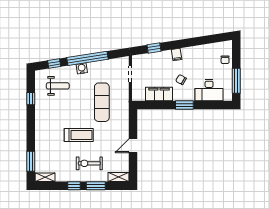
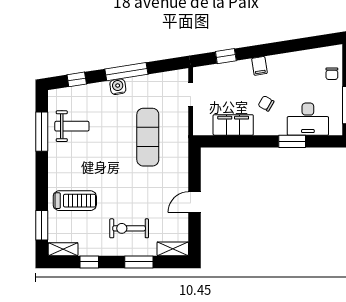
window: (87, 58) -> (126, 72), width x0.68
weight bench: (58, 86) -> (72, 126), moved
window: (31, 99) -> (42, 132), width x2.17
window: (184, 105) -> (292, 141), moved
treadmill: (79, 135) -> (75, 201), moved
window: (74, 186) -> (89, 262), moved

